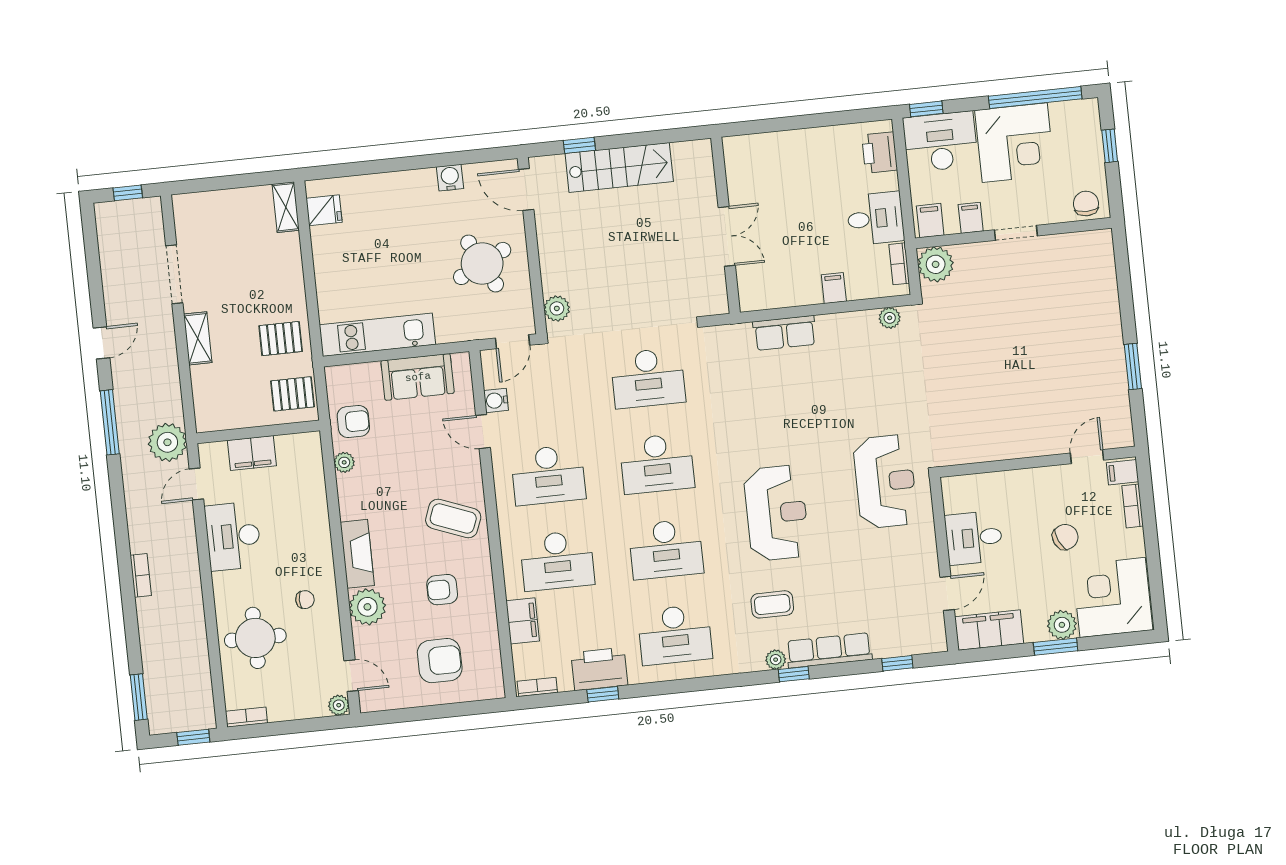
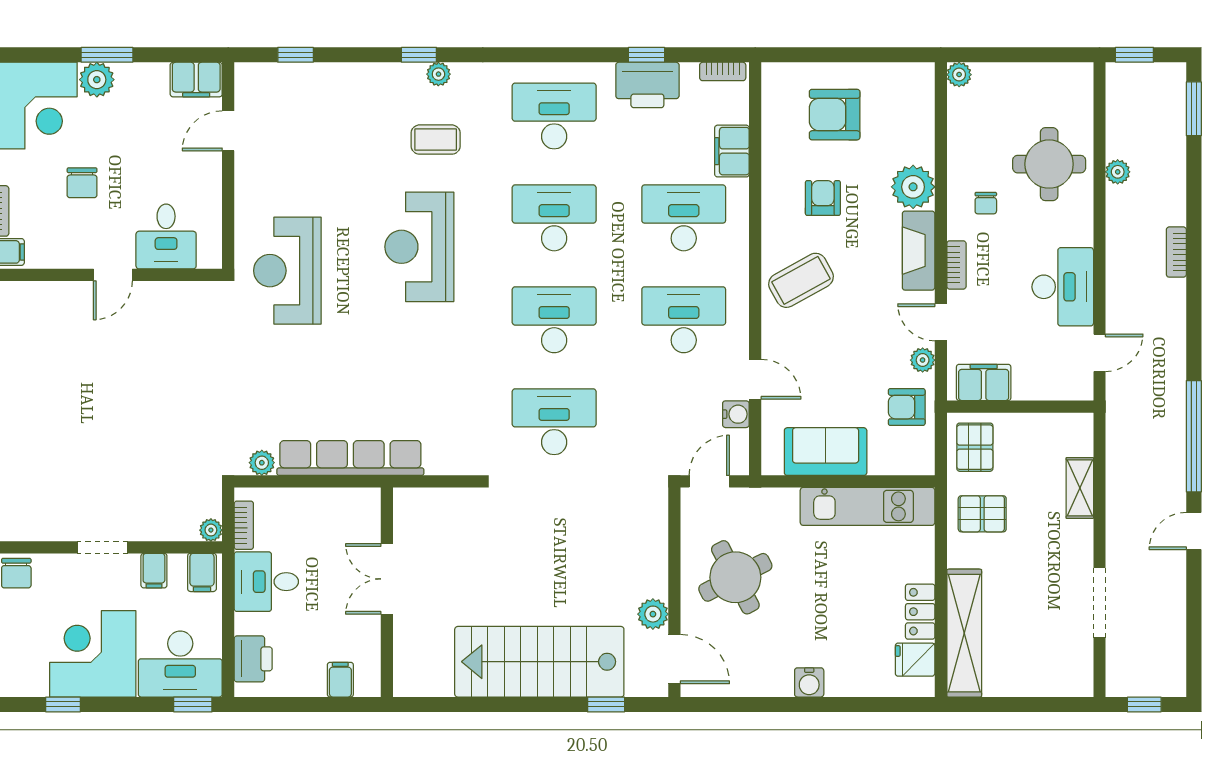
window: (1035, 97) -> (63, 704), width x0.32
stairs: (619, 167) -> (539, 662), width x1.36, depth x1.51
water cooler: (450, 178) -> (809, 682), moved
shelving: (286, 207) -> (964, 633), width x2.20, depth x1.33
wall: (726, 225) -> (387, 592), moved
double door: (727, 236) -> (387, 579), moved
locker: (324, 251) -> (920, 612), added
plant: (936, 264) -> (211, 530), width x0.53, depth x0.53
filing cabinet: (834, 288) -> (340, 680), moved, turned 180
plant: (557, 308) -> (653, 614), moved
row of seats: (785, 333) -> (350, 458), width x2.02
shelving: (198, 338) -> (1080, 488), moved
pallet: (293, 394) -> (975, 447), turned 90
window: (110, 422) -> (1194, 436), width x1.46
plant: (167, 442) -> (1118, 172), moved, width x0.53, depth x0.53
filing cabinet: (252, 453) -> (984, 382), moved
door: (1087, 457) -> (113, 275), moved
coffee table: (453, 519) -> (801, 280), turned -50
chair: (1065, 537) -> (82, 183), turned -65
desk: (974, 538) -> (166, 236), moved, turned 90
armchair: (442, 590) -> (823, 198), turned -90
chair: (305, 600) -> (986, 203), turned -90
filing cabinet: (989, 630) -> (196, 80), width x0.67, depth x0.86
row of seats: (829, 650) -> (374, 78), removed
door: (351, 676) -> (941, 322), moved
bookcase: (246, 717) -> (956, 265), moved, turned -90

